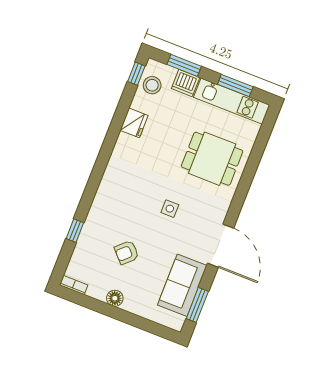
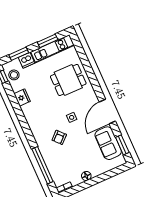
window: (75, 231) -> (42, 165), width x3.17
door: (221, 246) -> (107, 112), swing flipped
armchair: (127, 253) -> (59, 137), moved

